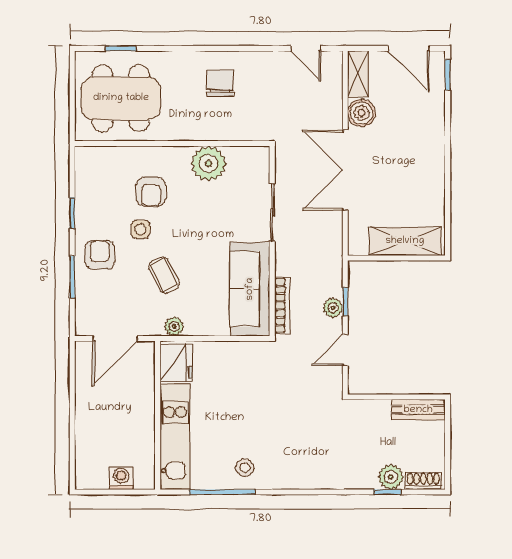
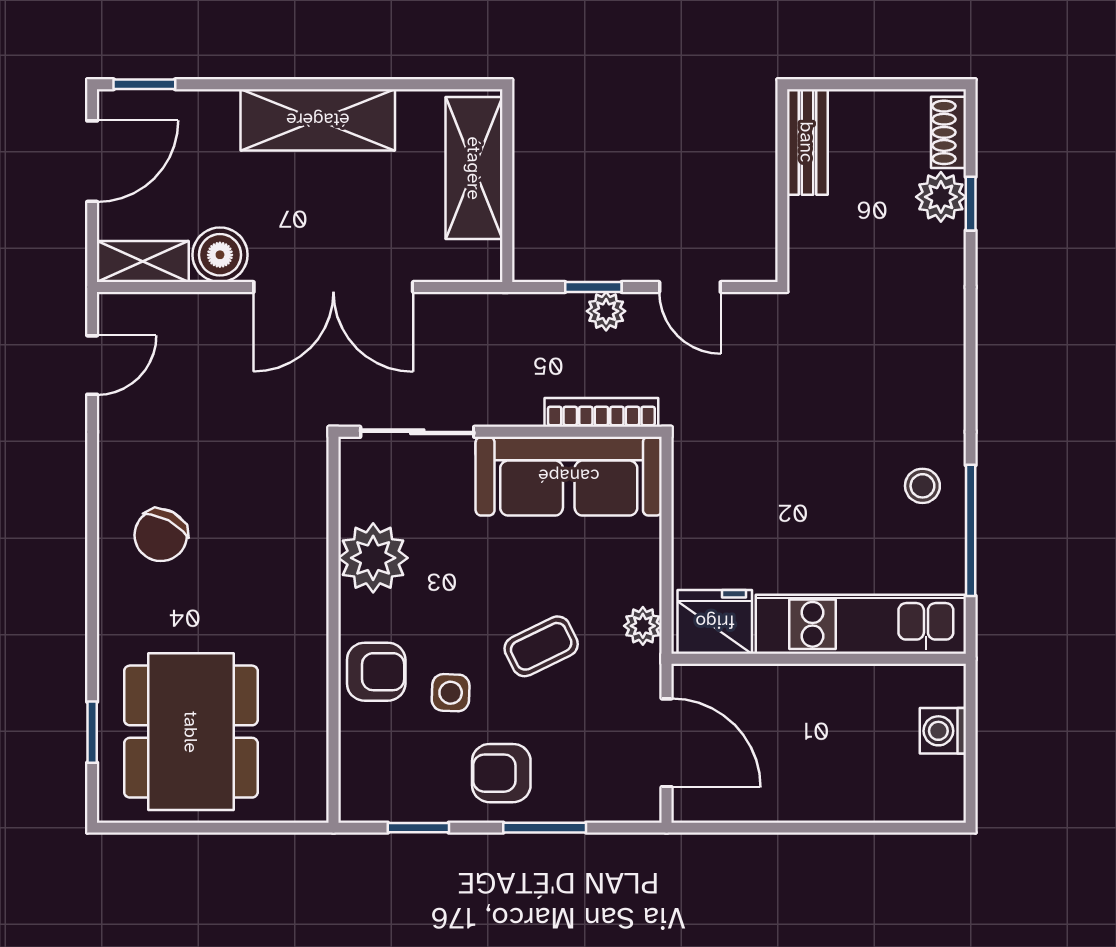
chair: (220, 83) -> (161, 535), turned -62
wall: (172, 143) -> (334, 630), moved
shelving: (430, 162) -> (318, 120), added
plant: (209, 163) -> (373, 558), moved

